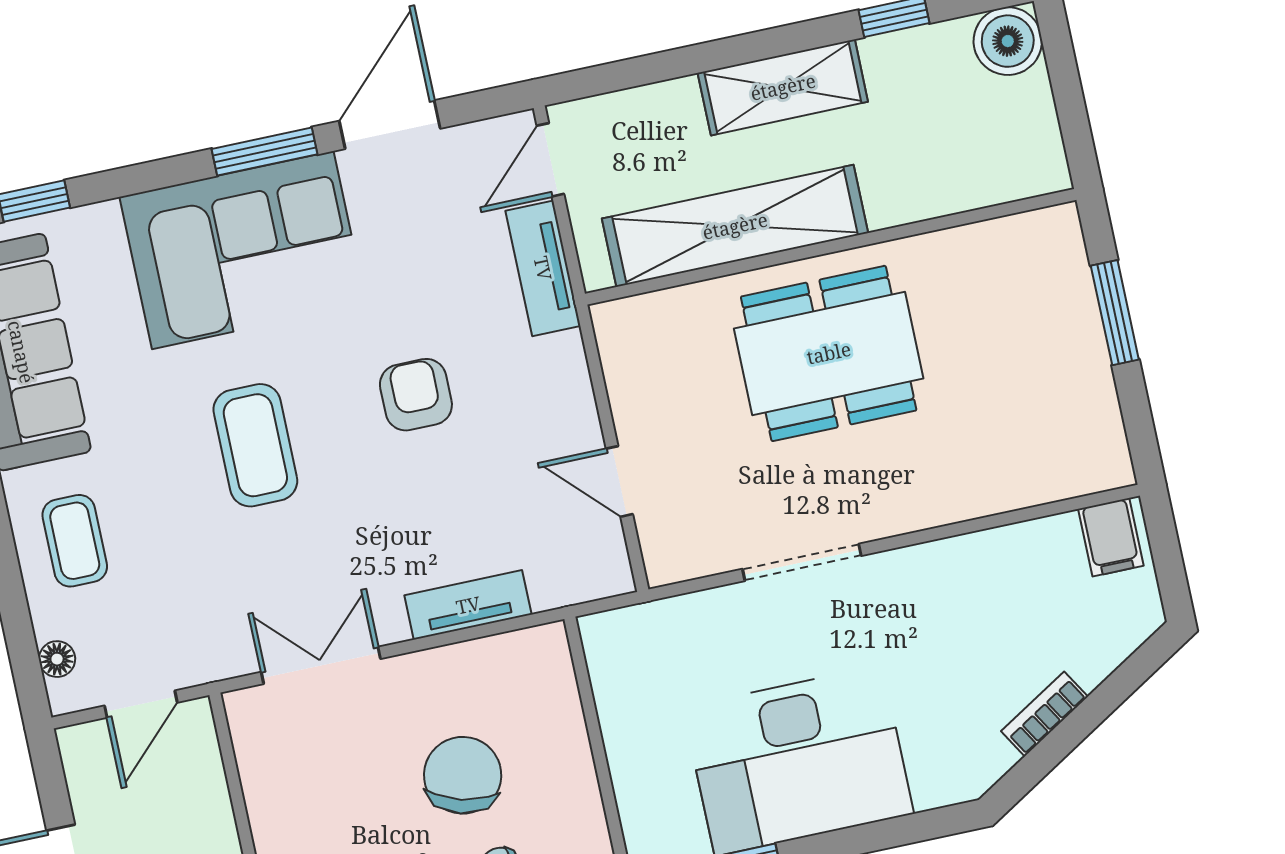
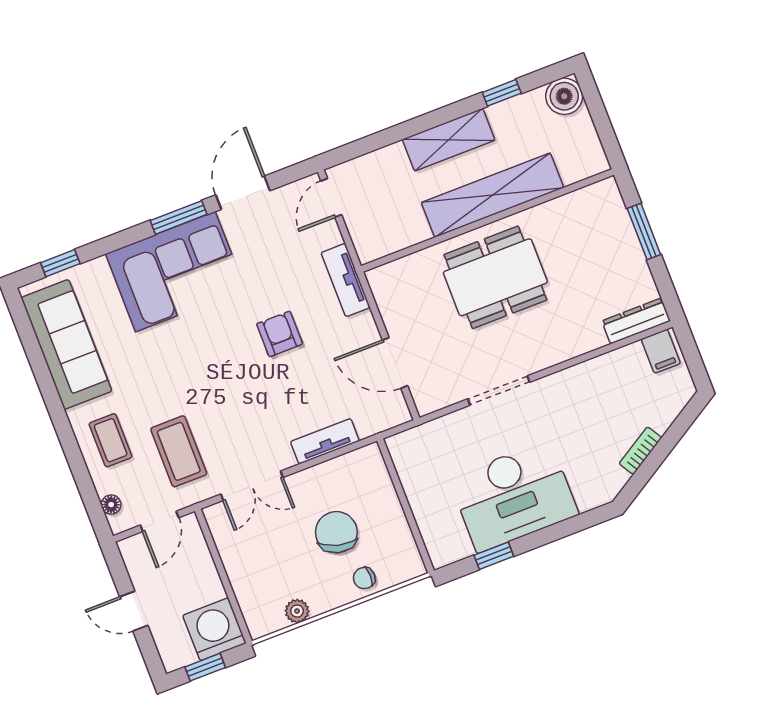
shelving: (735, 226) -> (493, 195), moved
tv unit: (543, 268) -> (346, 280), moved
coffee table: (255, 445) -> (179, 451), moved
dresser: (1074, 474) -> (636, 321), added
door: (619, 481) -> (395, 363), width x1.38
double door: (321, 665) -> (252, 486), swing flipped

